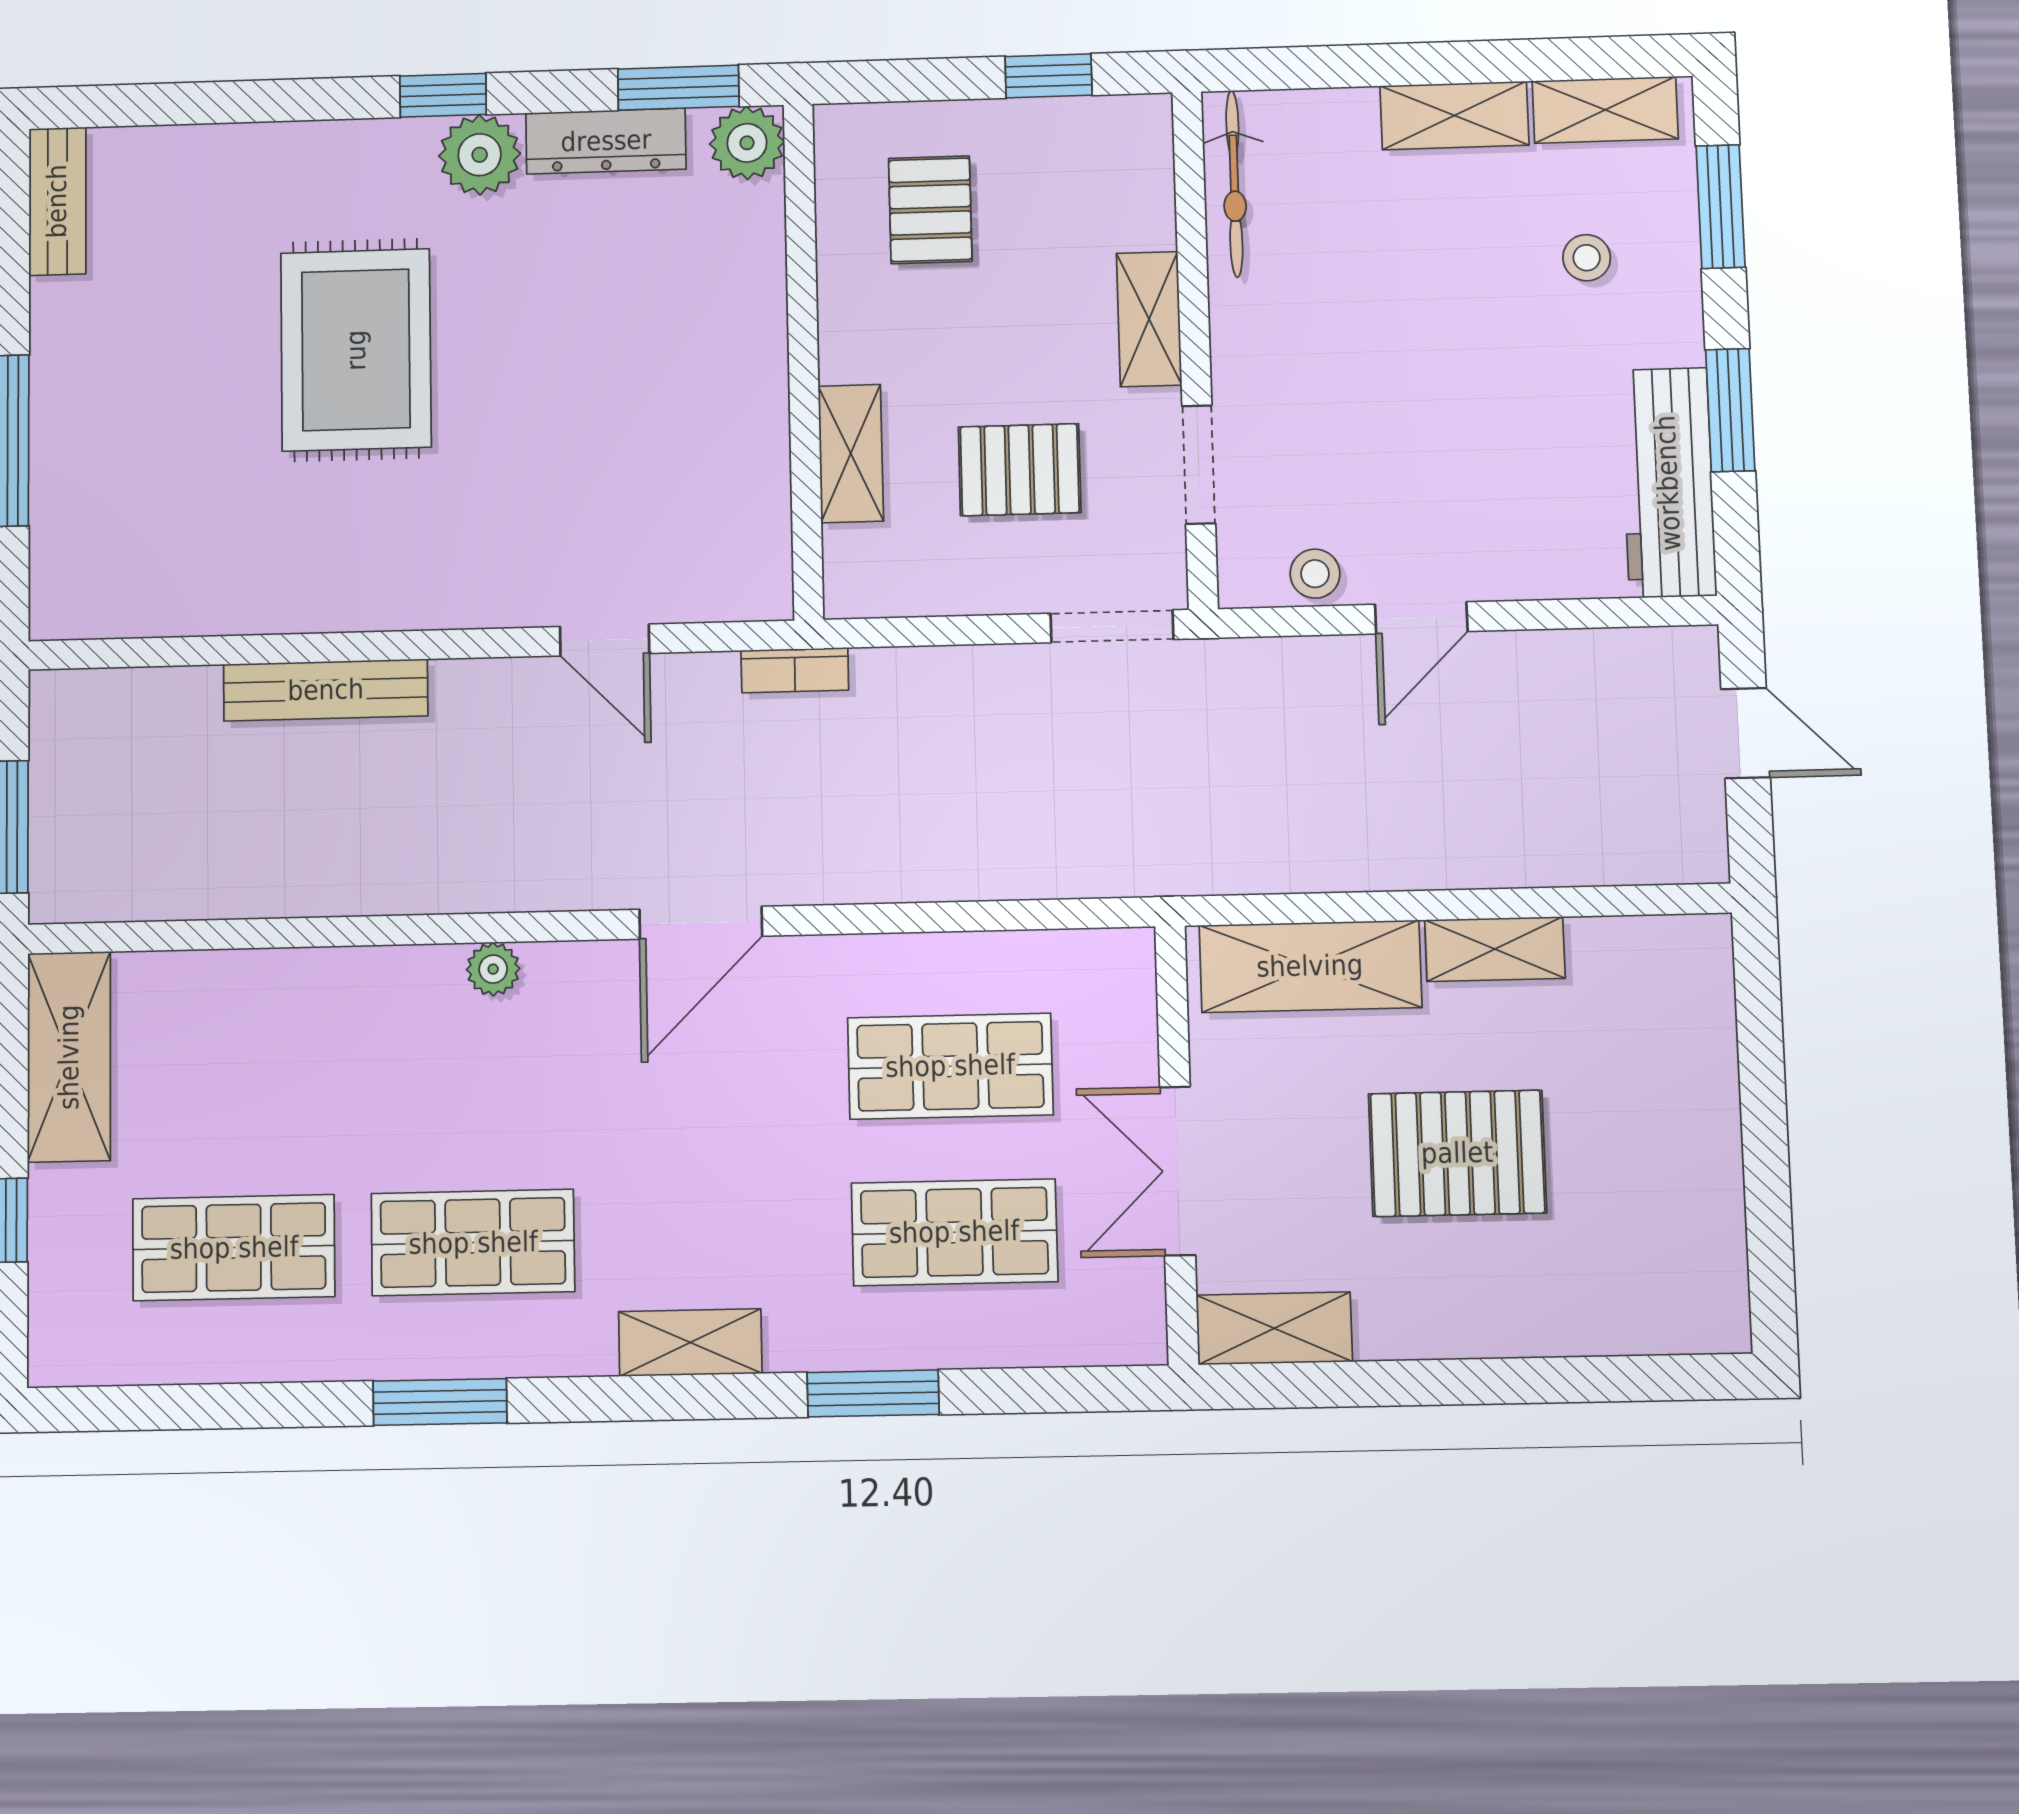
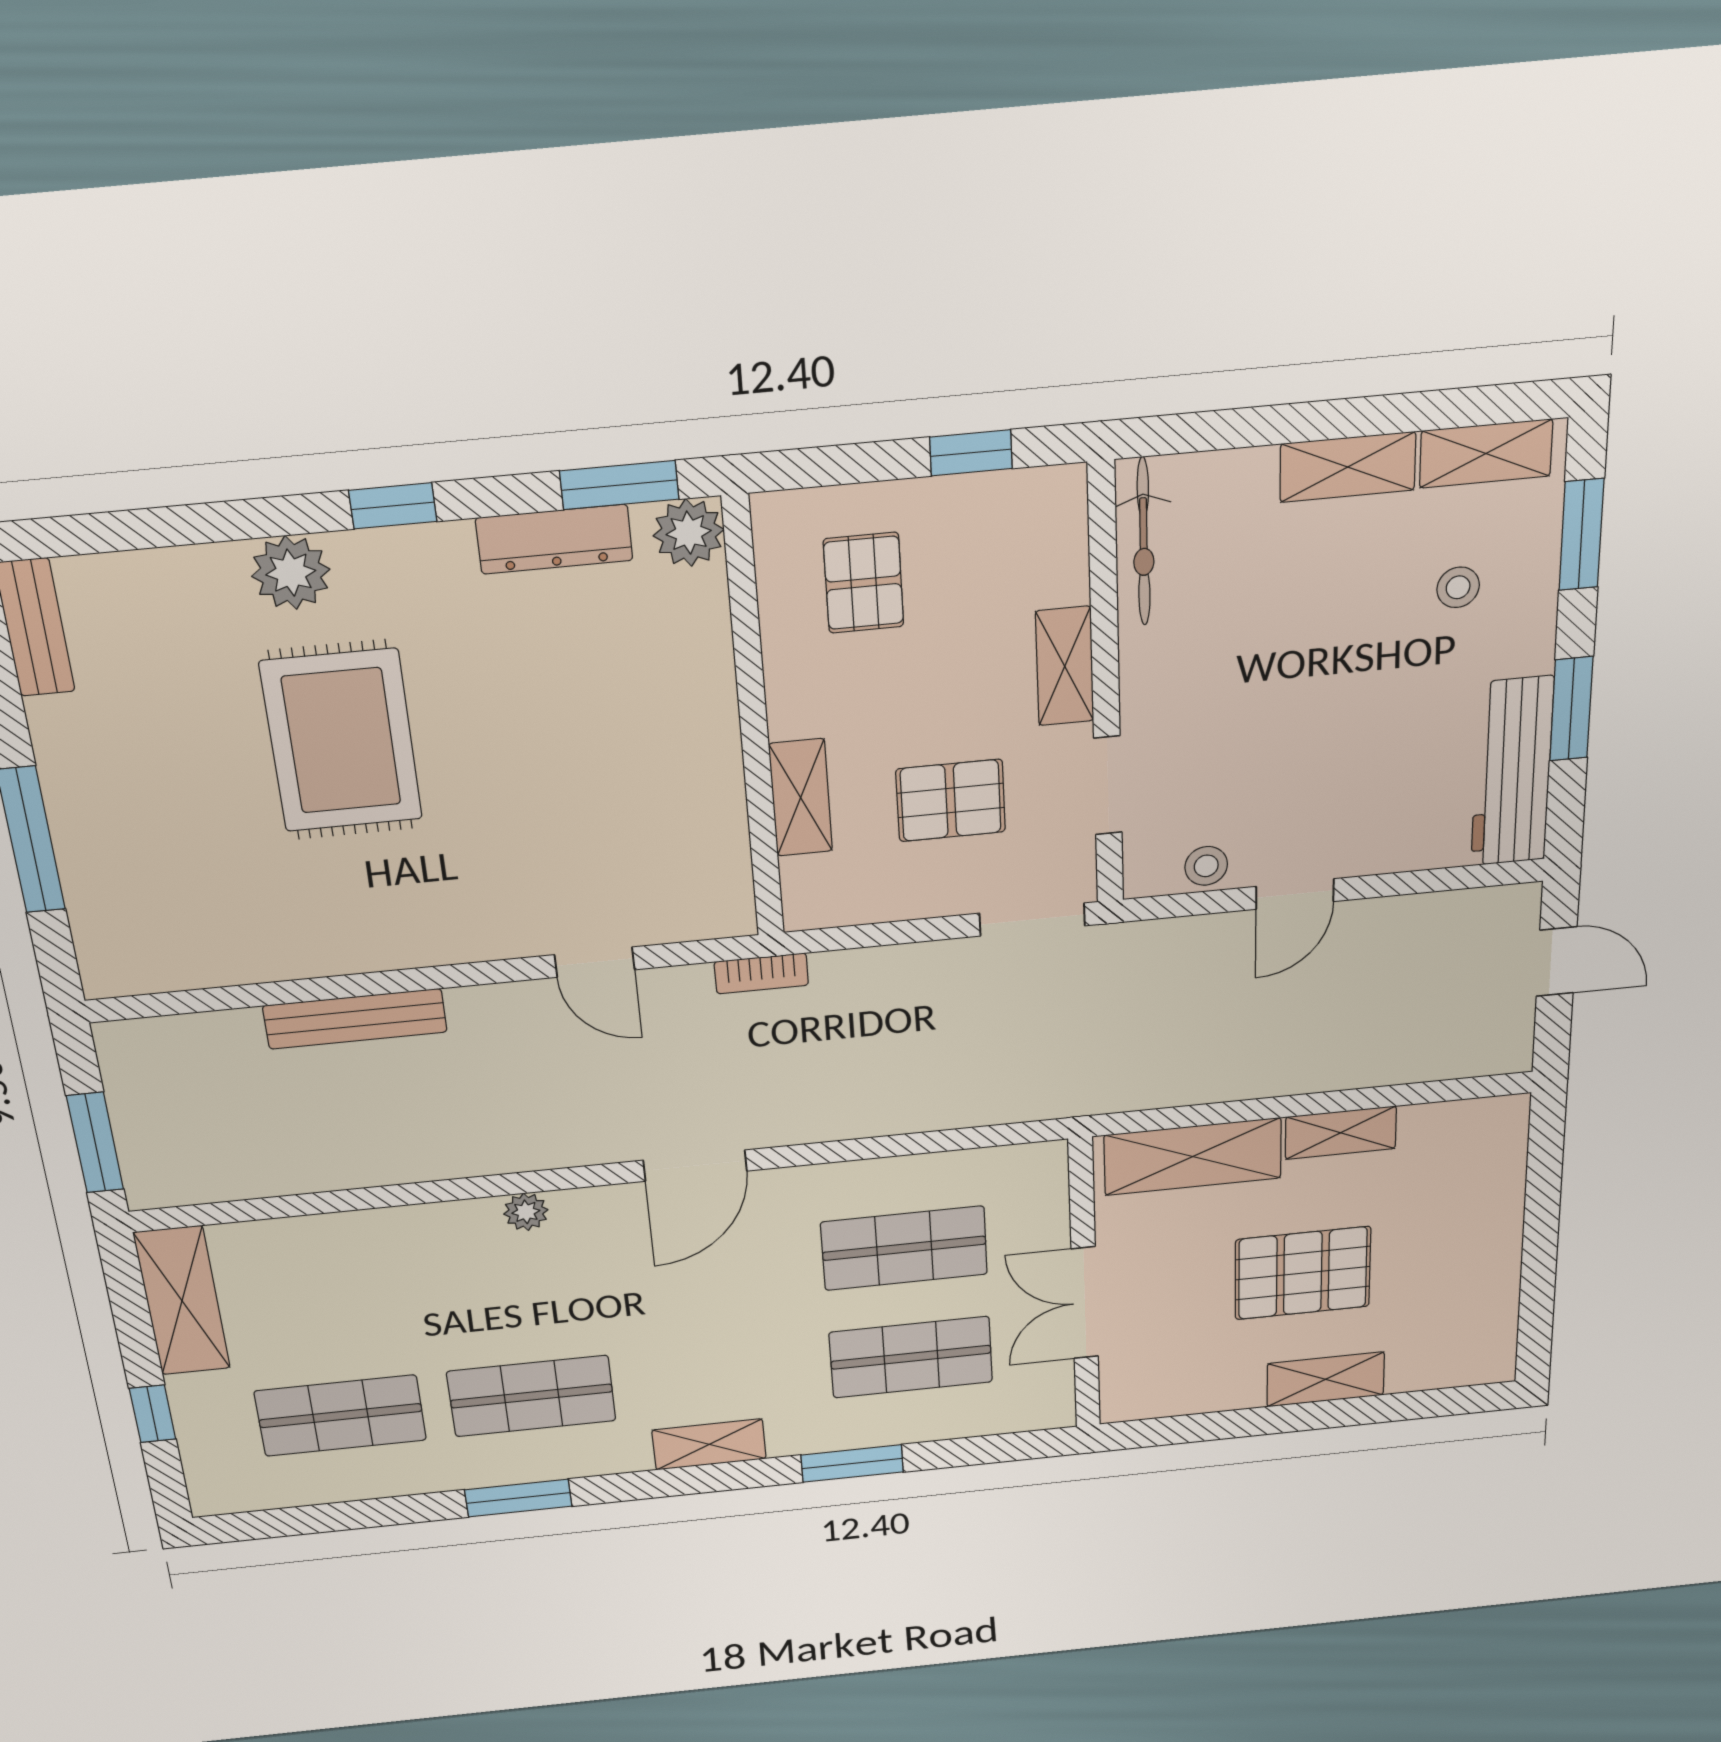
plant: (480, 155) -> (291, 573), moved
shelving: (1274, 1328) -> (1326, 1379), moved

